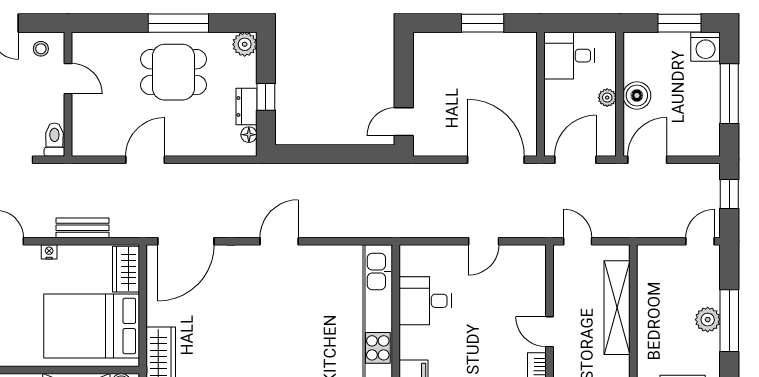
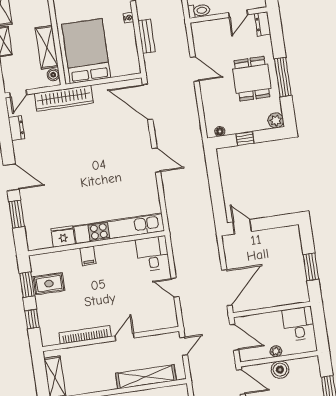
dresser: (246, 106) -> (263, 24), moved, turned -90
wardrobe: (126, 269) -> (125, 67), removed
desk: (425, 301) -> (153, 254), moved

